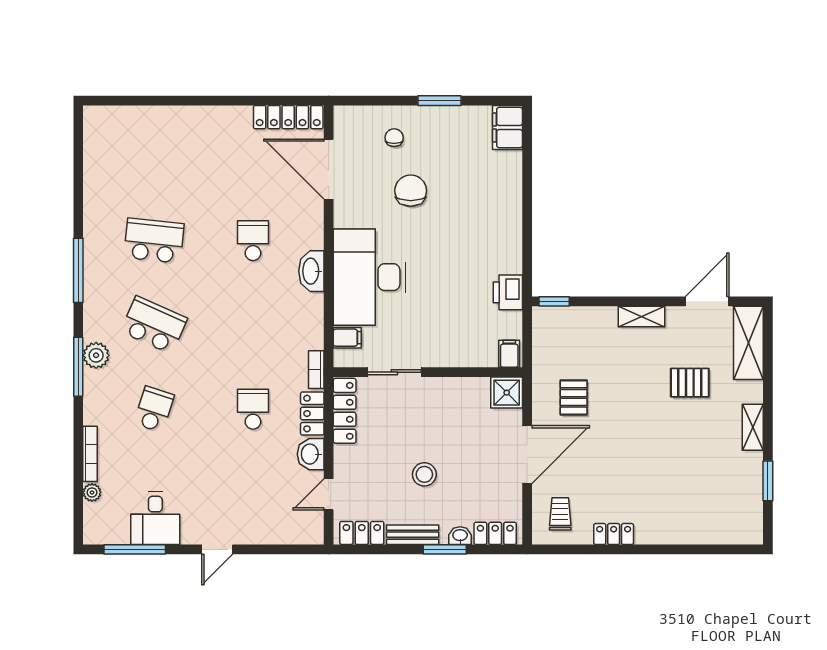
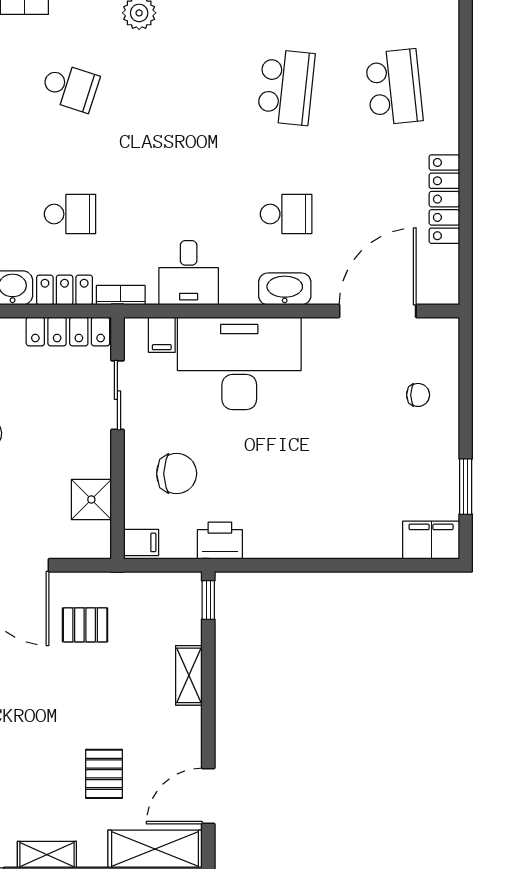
window: (440, 101) -> (466, 487), moved
locker: (288, 117) -> (444, 199), moved
chair: (411, 191) -> (177, 474), moved
washbasin: (311, 271) -> (285, 289), moved
door: (707, 301) -> (208, 796), swing flipped
shelving: (642, 316) -> (189, 675), moved
desk: (299, 317) -> (189, 273), added
school desk: (154, 325) -> (394, 87), moved, turned -30
shower: (507, 393) -> (91, 499), moved

